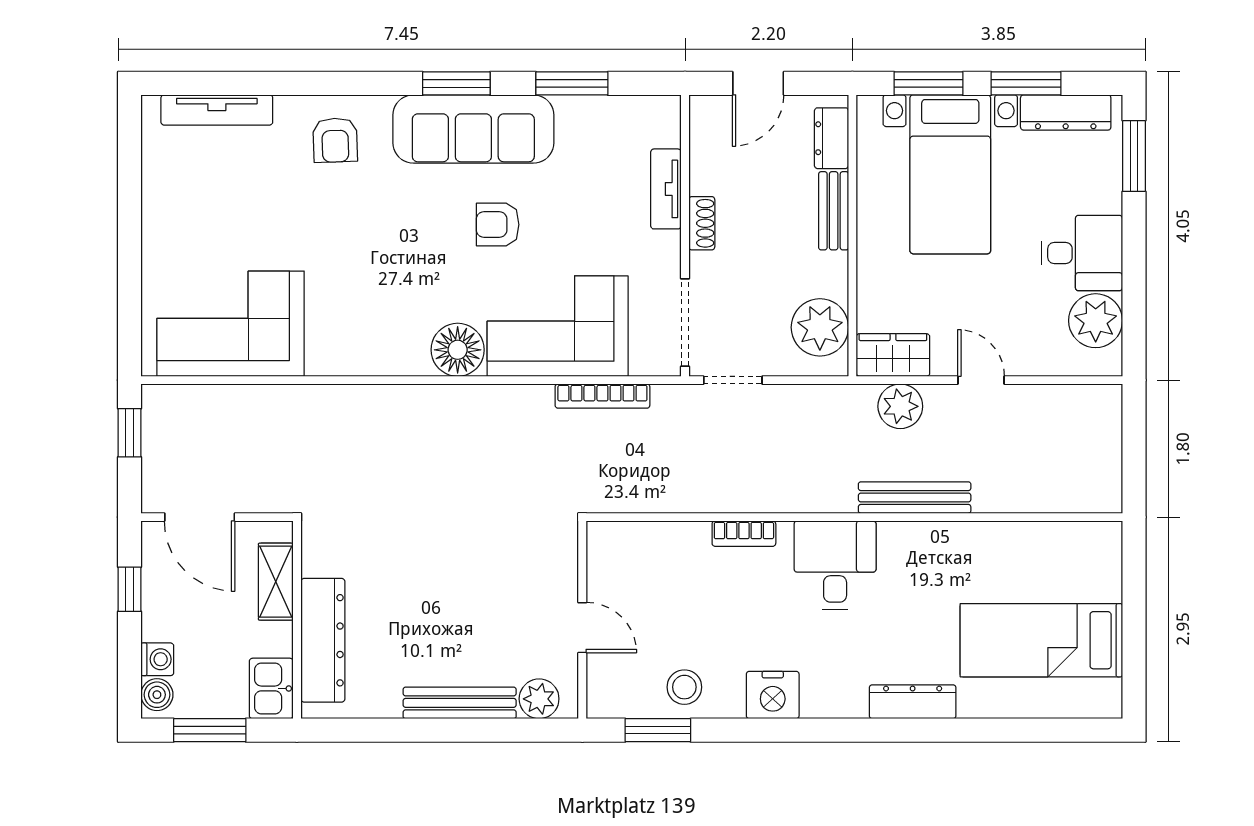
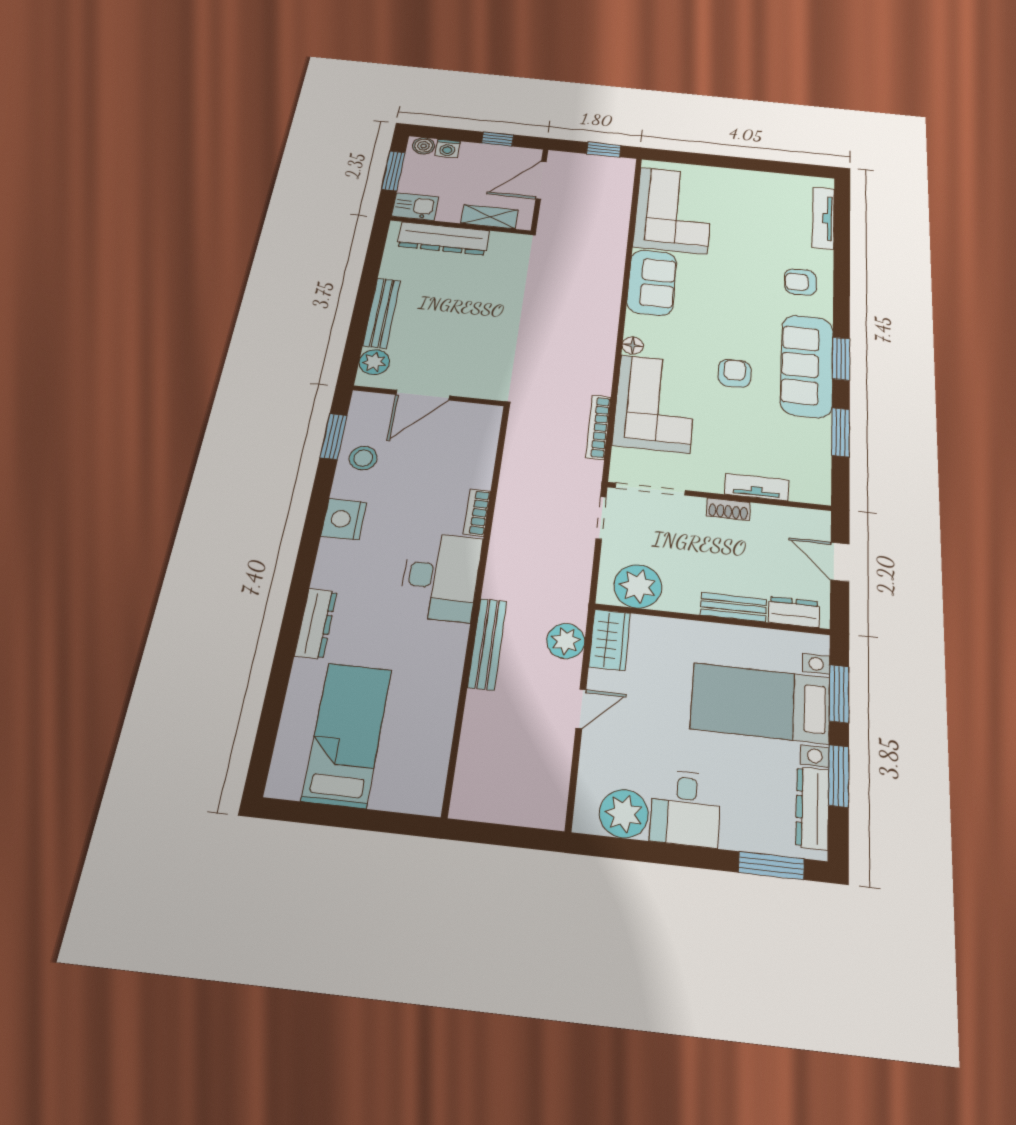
sofa: (362, 345) -> (652, 282), added
floor lamp: (458, 350) -> (633, 346), width x0.53, depth x0.53
desk: (835, 565) -> (441, 576), width x1.37
door: (582, 628) -> (423, 395), width x1.38

